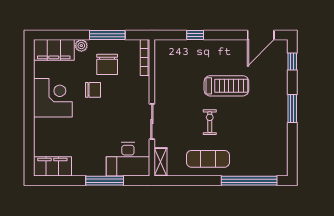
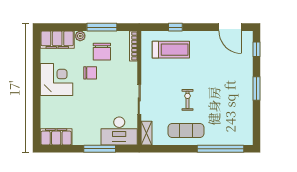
door: (261, 35) -> (230, 27), hinge flipped
treadmill: (226, 86) -> (171, 50), moved

